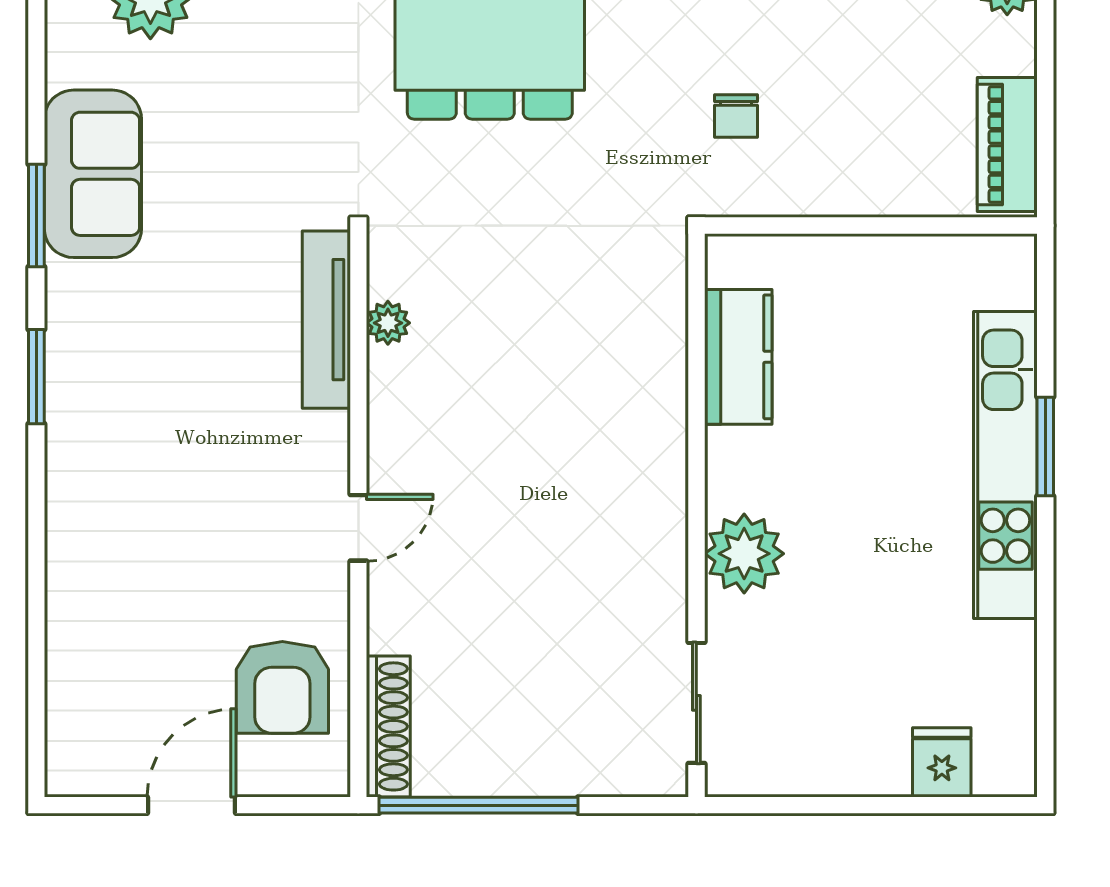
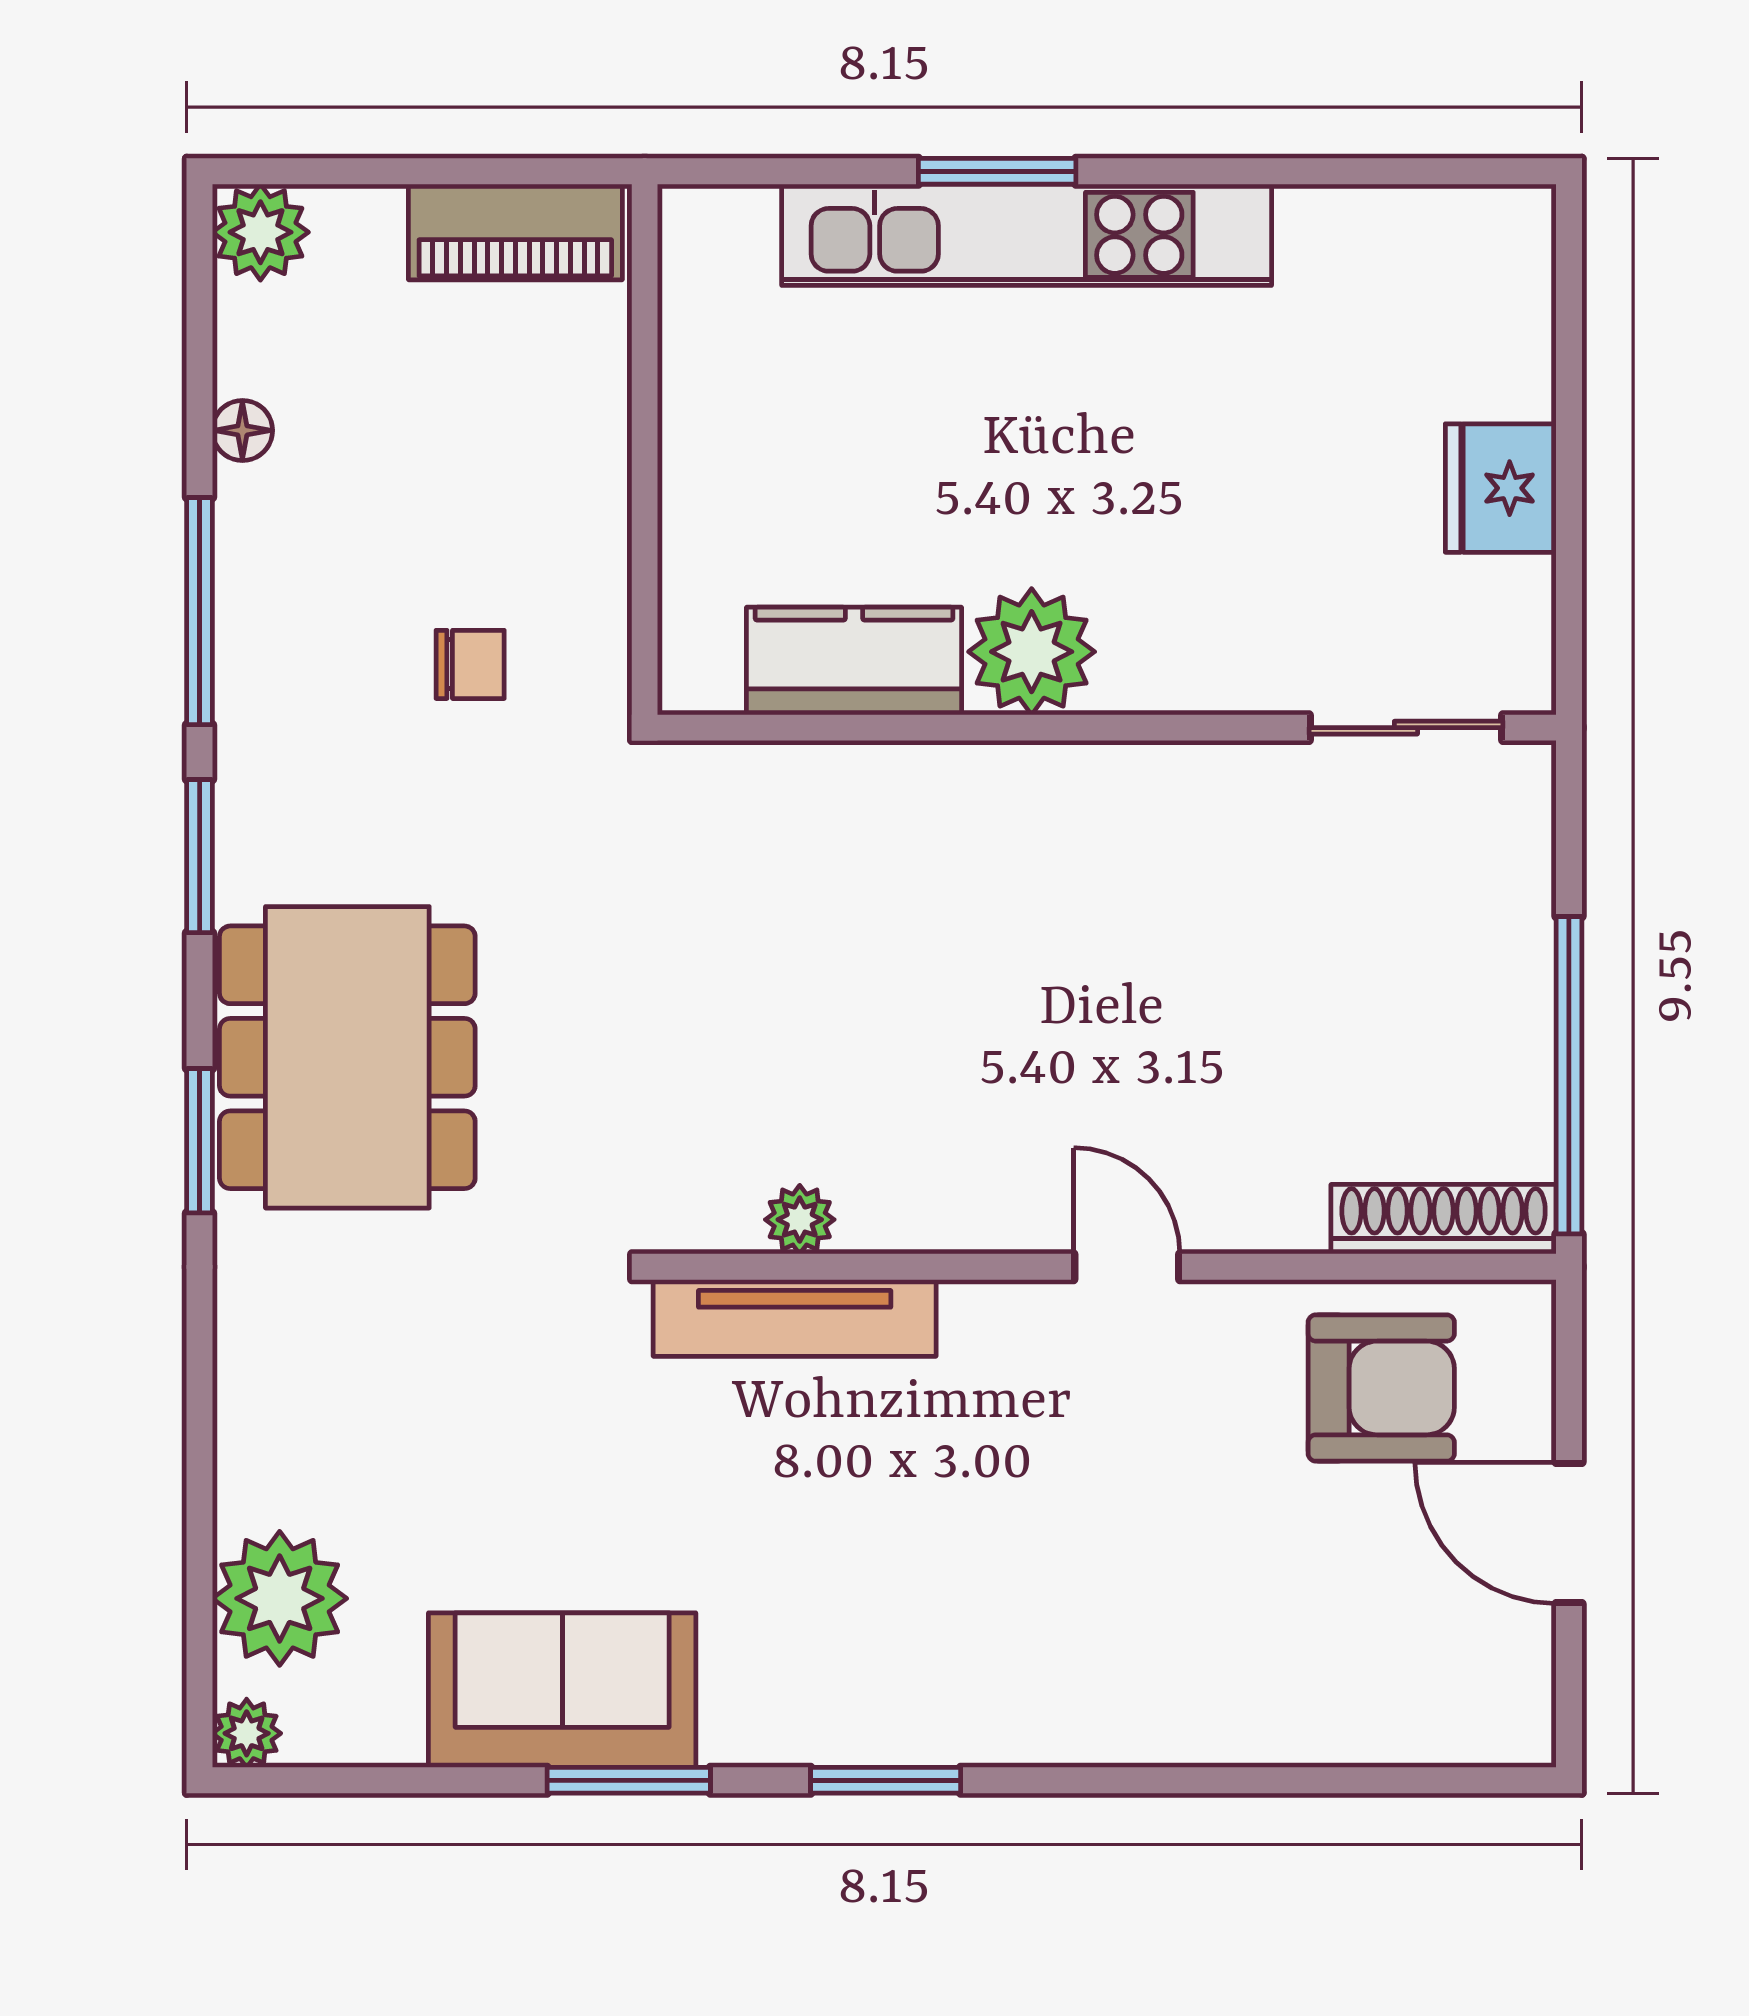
plant: (744, 554) -> (1032, 652), moved
fridge: (942, 762) -> (1501, 488), moved, width x1.38

